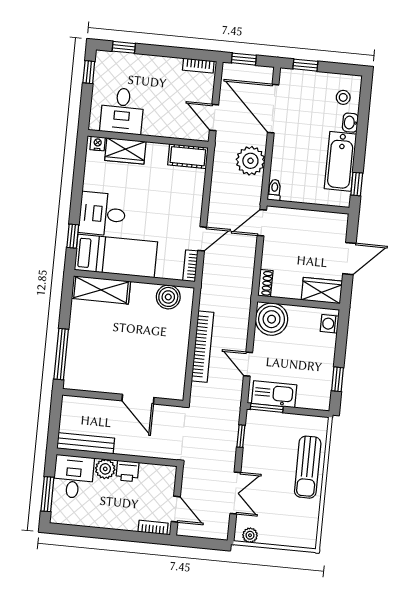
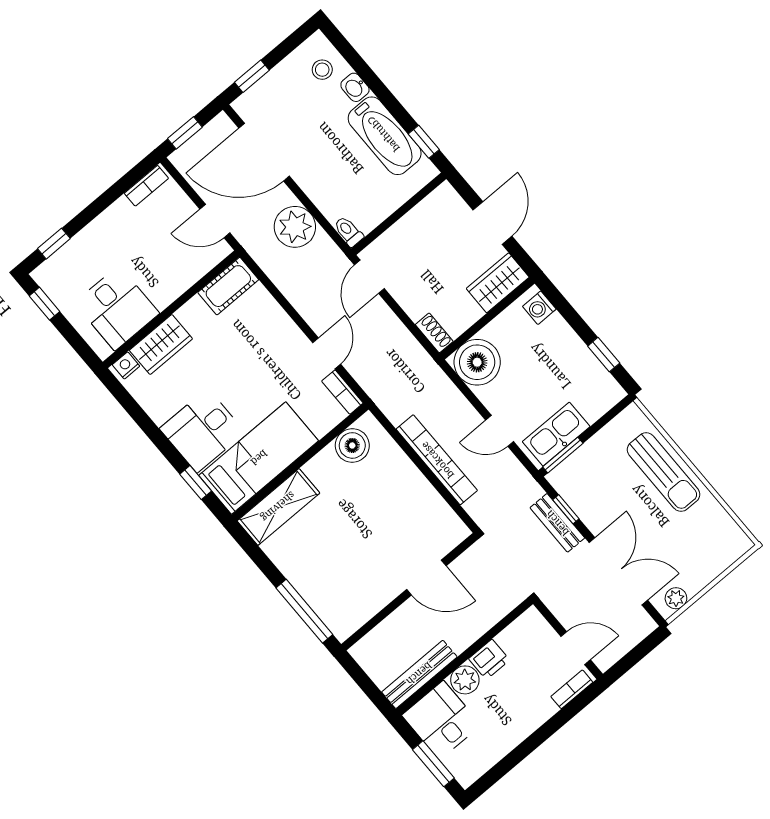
bench: (230, 438) -> (557, 523), added
double door: (235, 493) -> (618, 571), width x1.37

